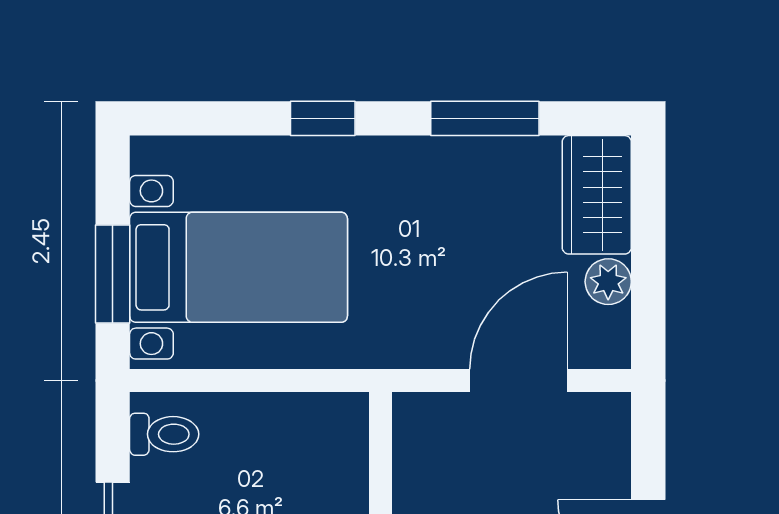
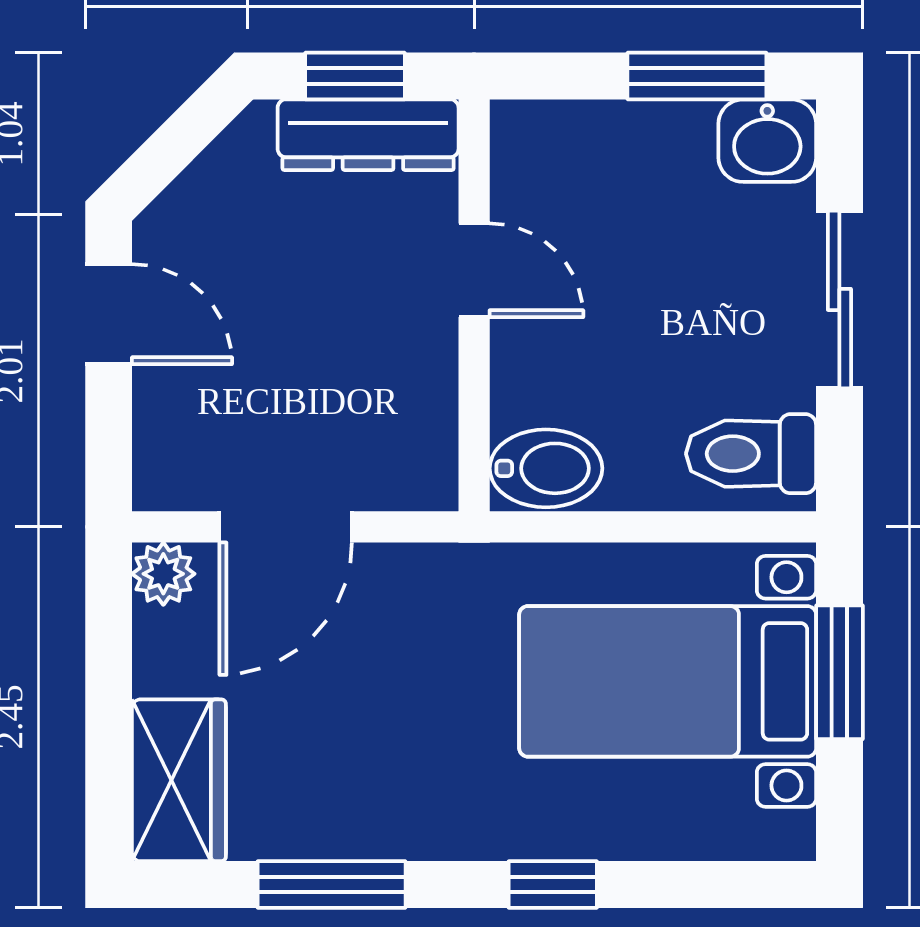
plant: (608, 282) -> (163, 574), moved
bidet: (328, 423) -> (546, 468), added
toilet: (164, 434) -> (751, 454), width x1.37, depth x1.39

